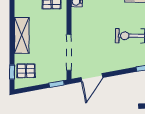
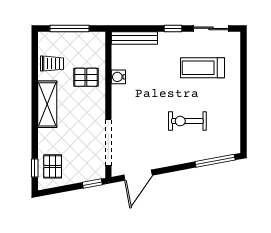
shelving: (22, 35) -> (47, 104), moved
pallet: (26, 71) -> (53, 166), turned 90

